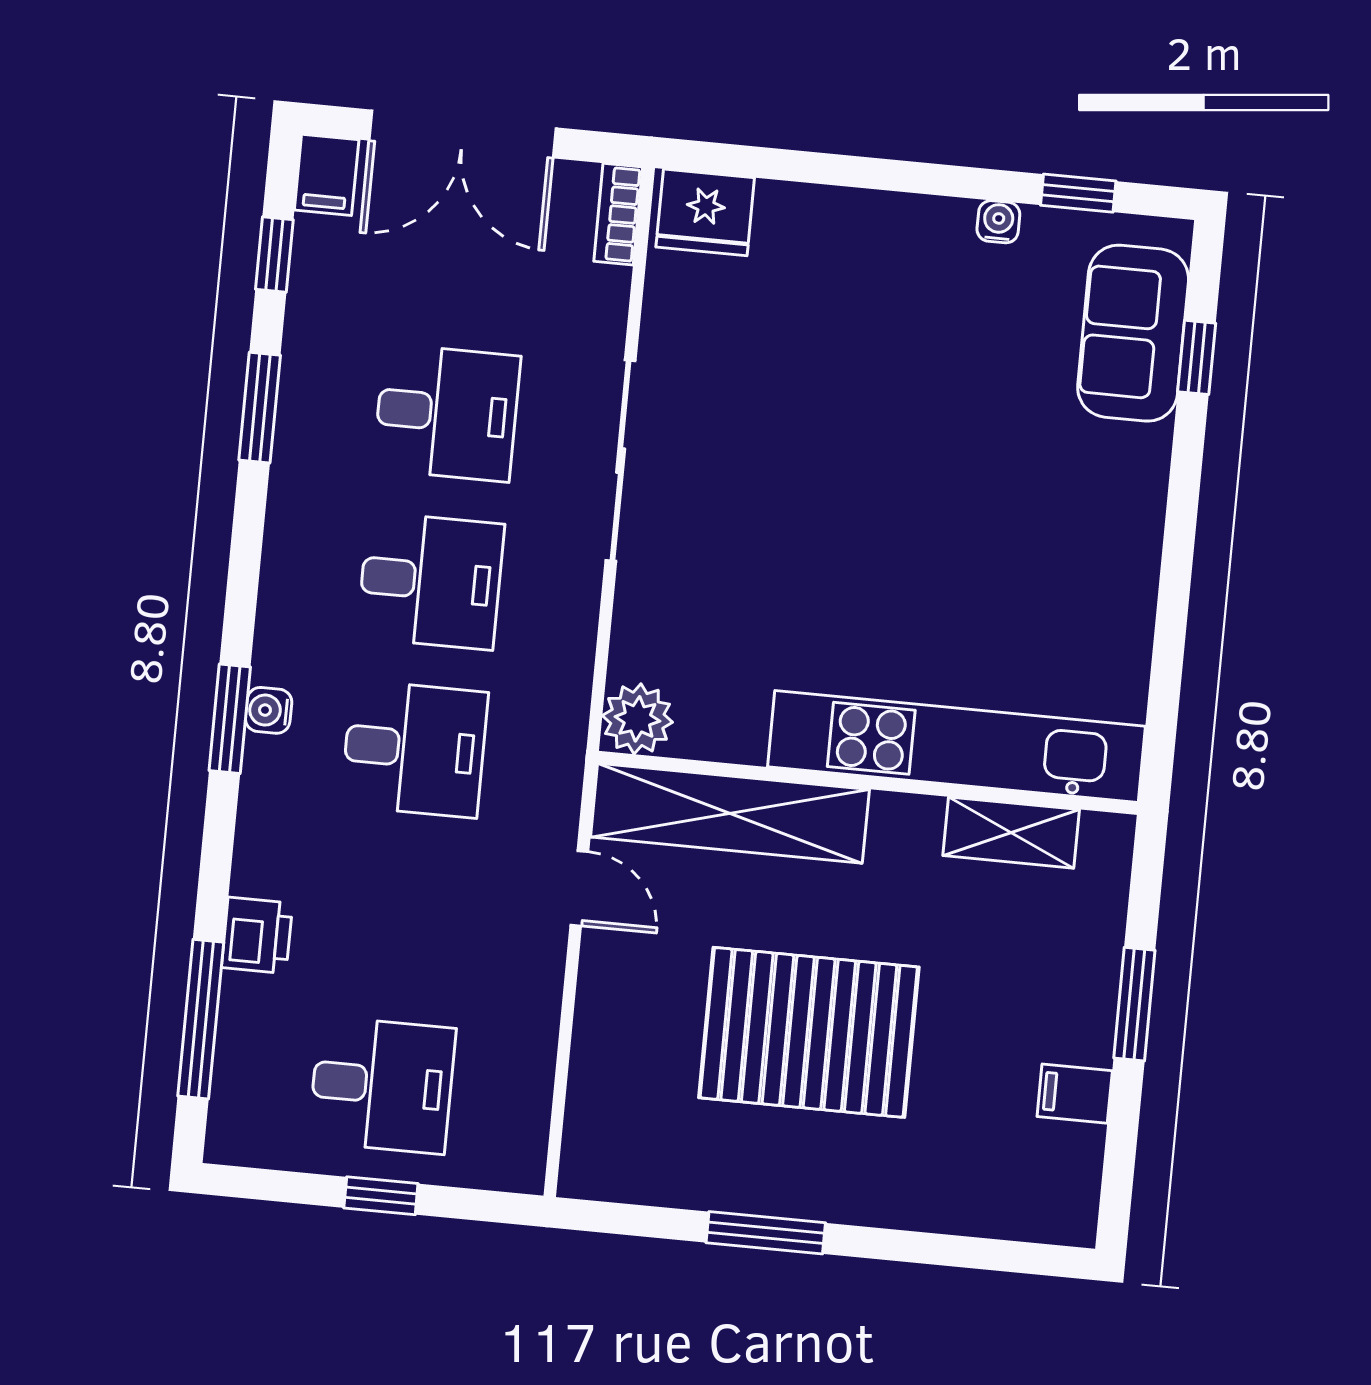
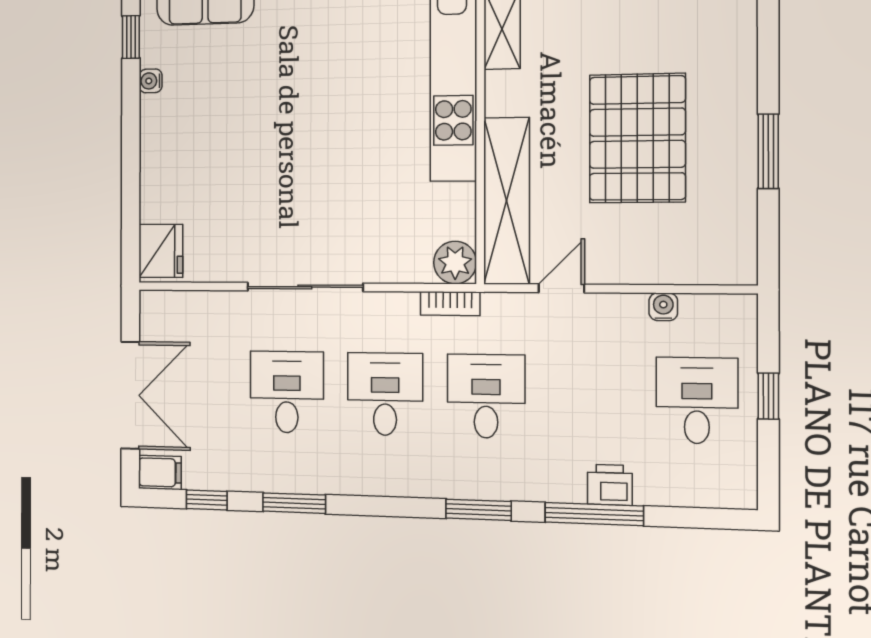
bookcase: (618, 214) -> (450, 304), moved
water cooler: (269, 710) -> (663, 307), moved, turned 180
window: (201, 1019) -> (594, 514), moved

